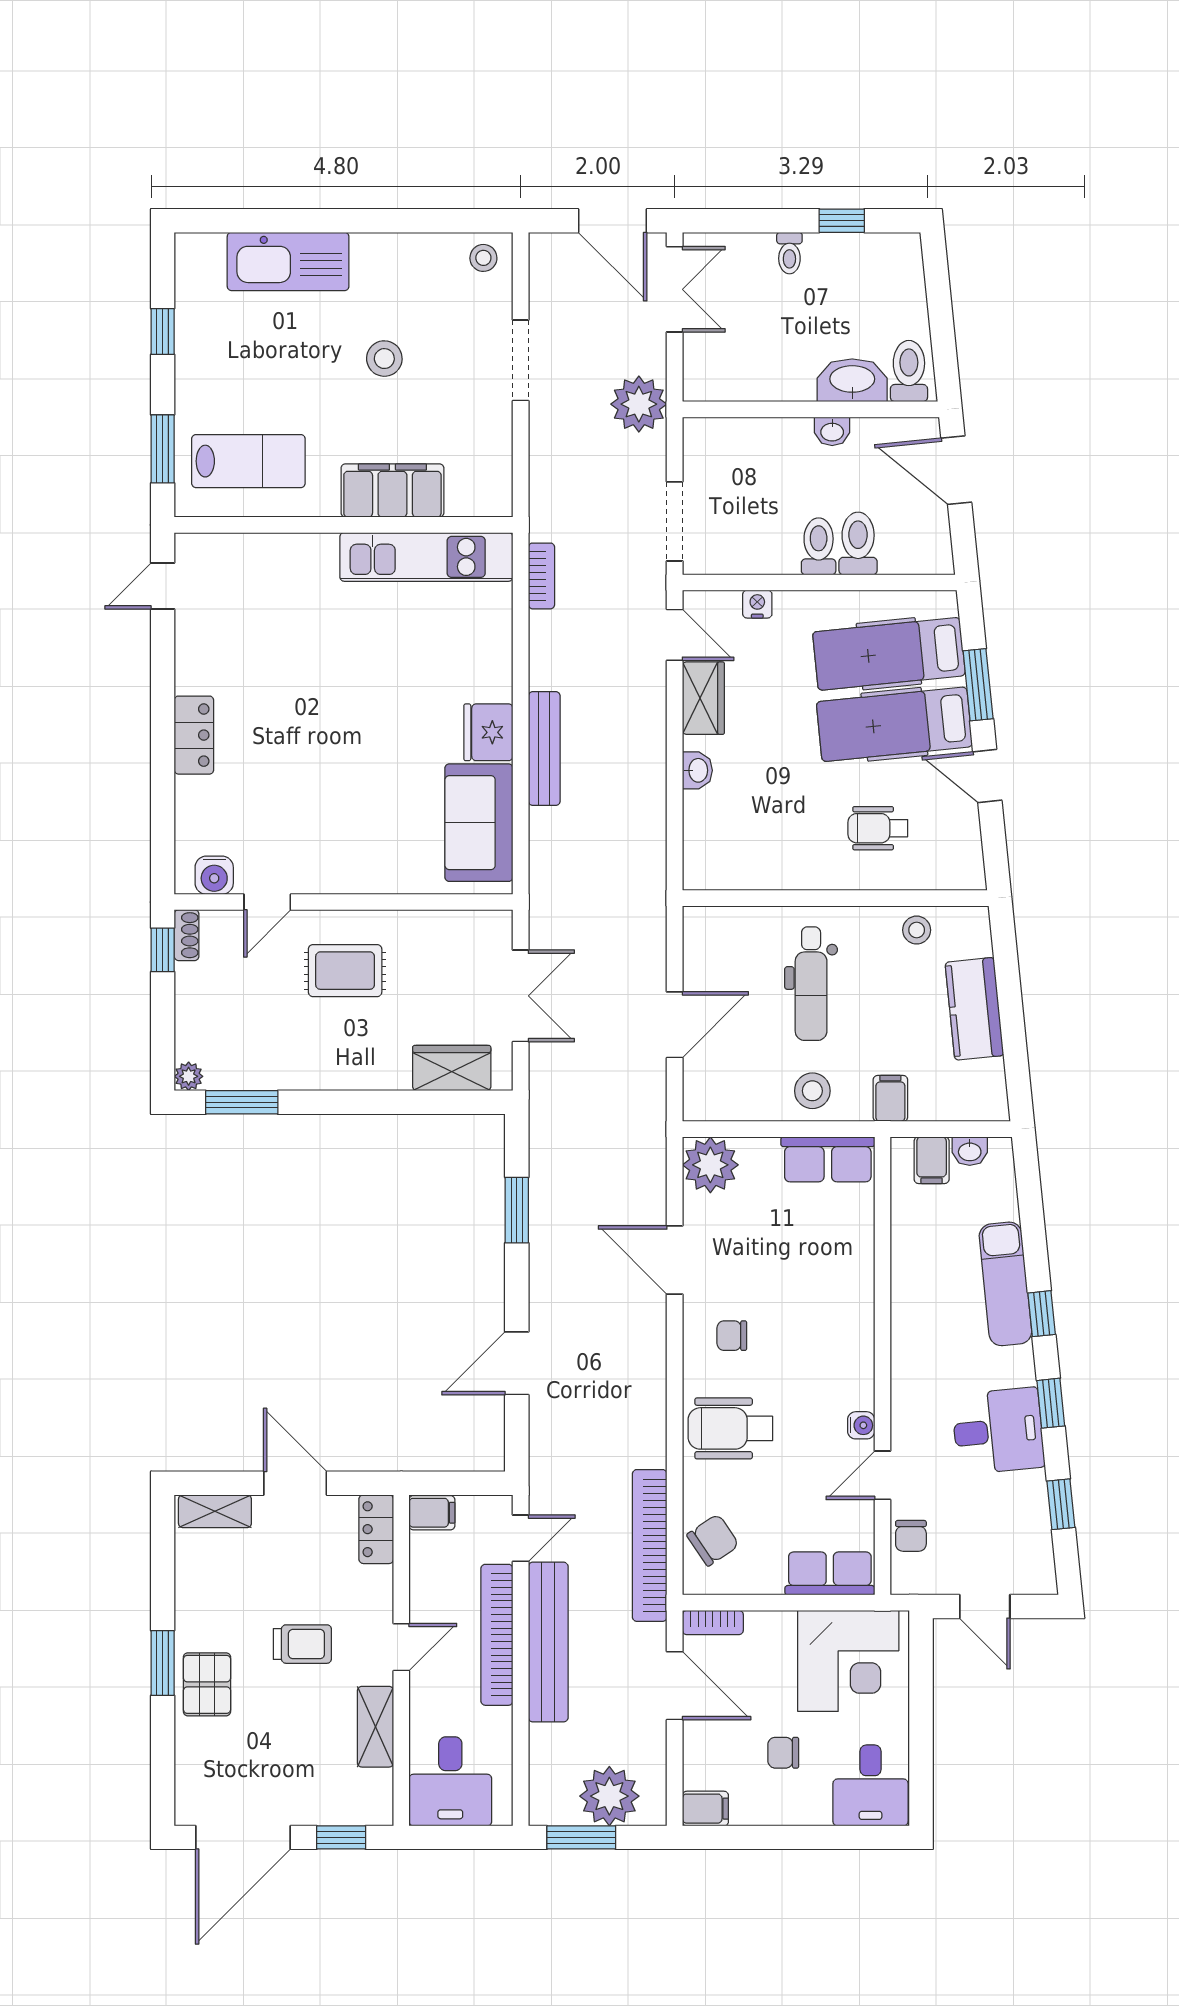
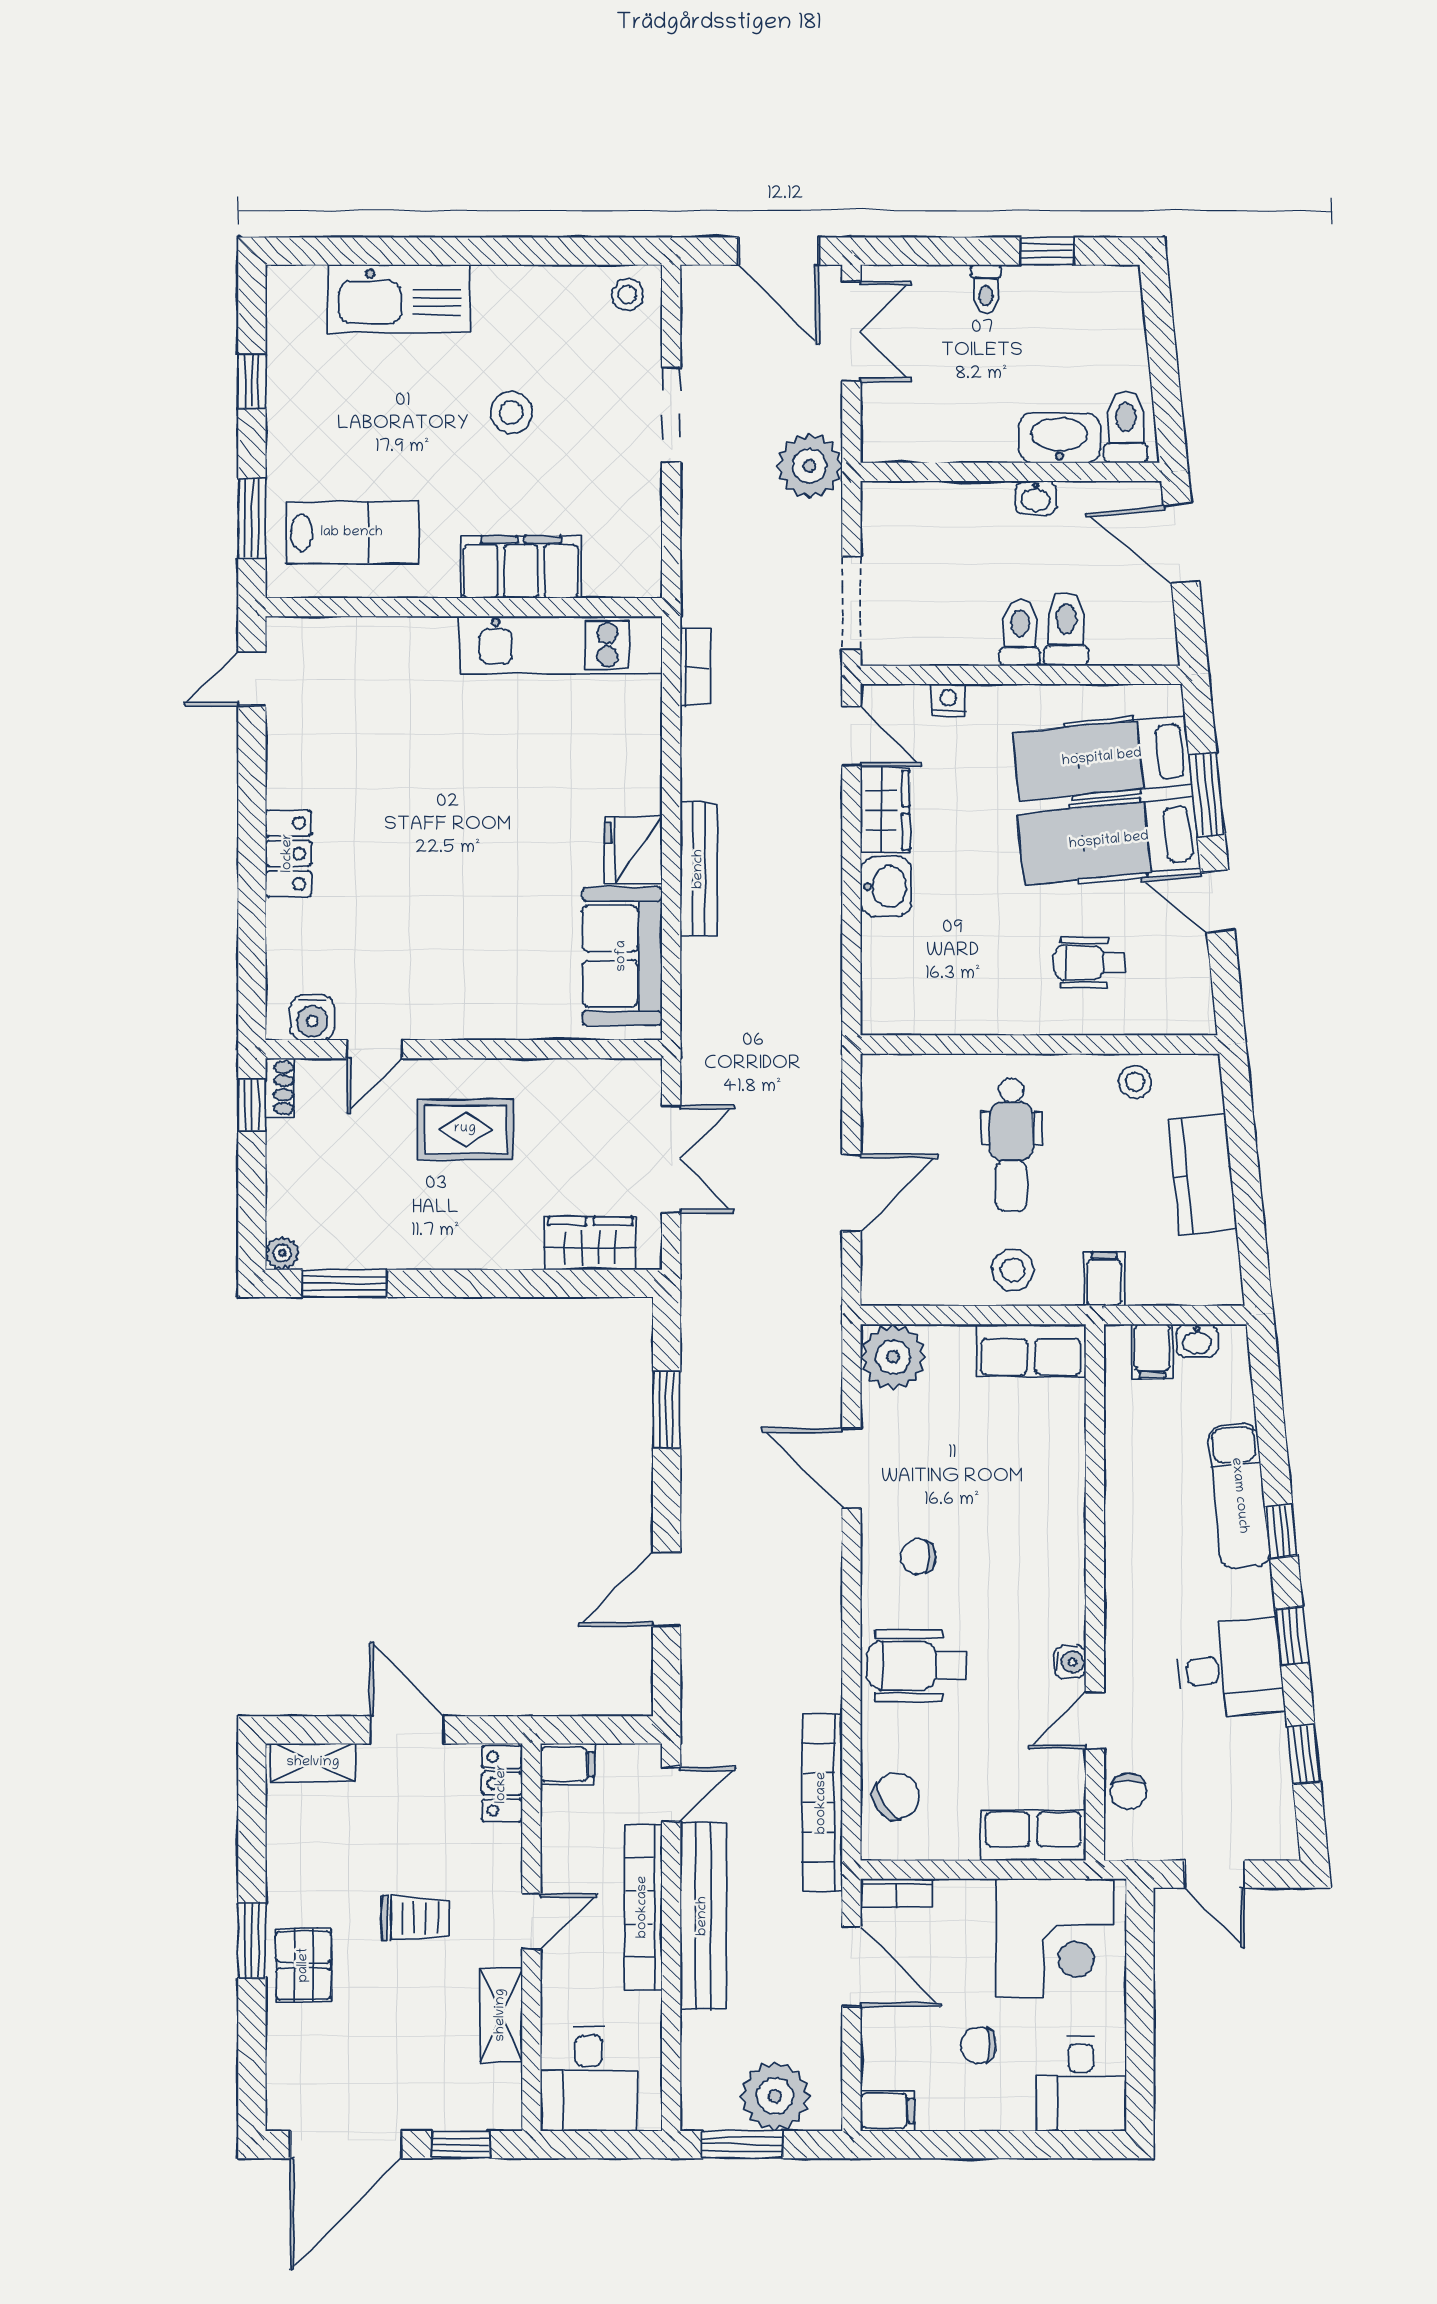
washbasin: (697, 770) -> (886, 886), width x1.38, depth x1.45

